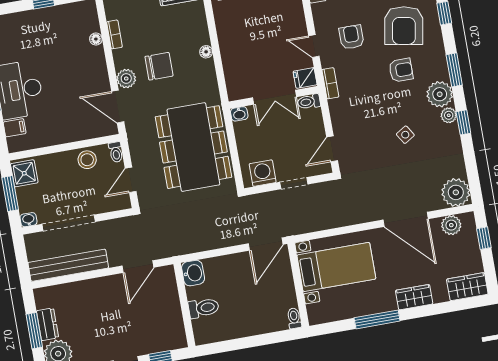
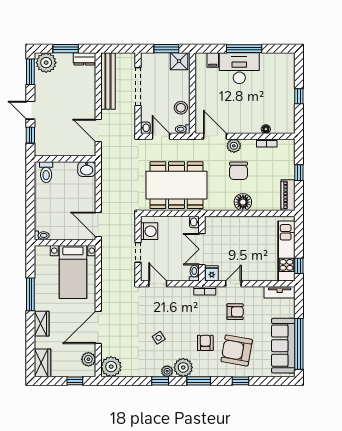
floor lamp: (206, 52) -> (243, 202), width x1.89, depth x1.89
armchair: (401, 70) -> (205, 343), turned 180
door: (118, 107) -> (215, 136), hinge flipped
washbasin: (28, 220) -> (145, 128), moved
toilet: (204, 308) -> (46, 172), moved
dresser: (48, 324) -> (84, 59), moved

